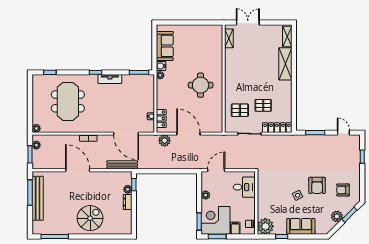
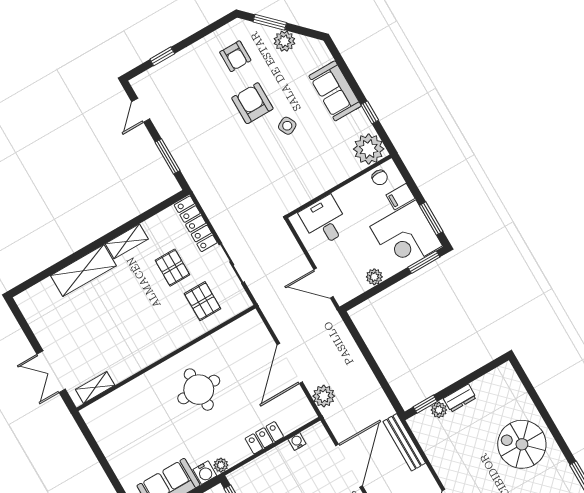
shelving: (287, 36) -> (127, 241), moved
locker: (161, 118) -> (264, 438), moved
armchair: (317, 185) -> (252, 103), turned -90

